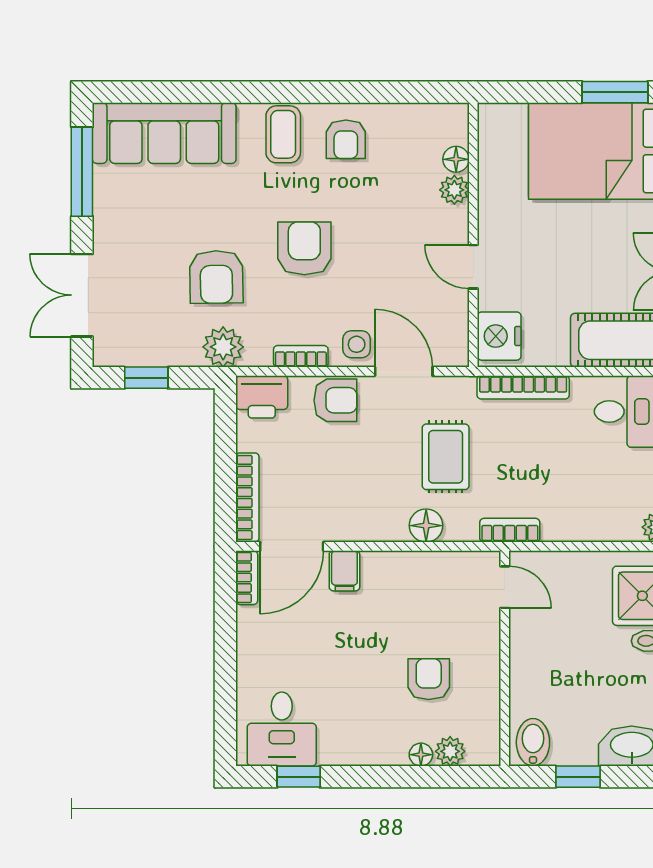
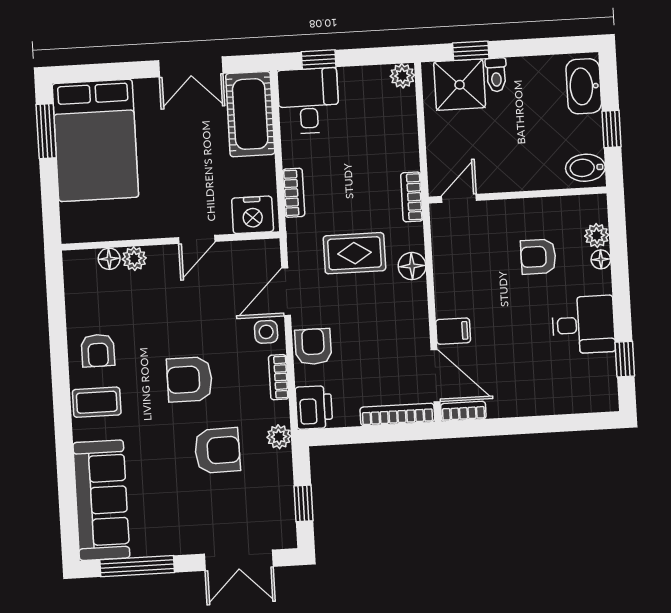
armchair: (346, 139) -> (98, 350), turned 90
plant: (223, 347) -> (279, 437), width x0.73, depth x0.73
bookcase: (523, 387) -> (294, 193), width x0.64
desk: (282, 729) -> (583, 325), moved

